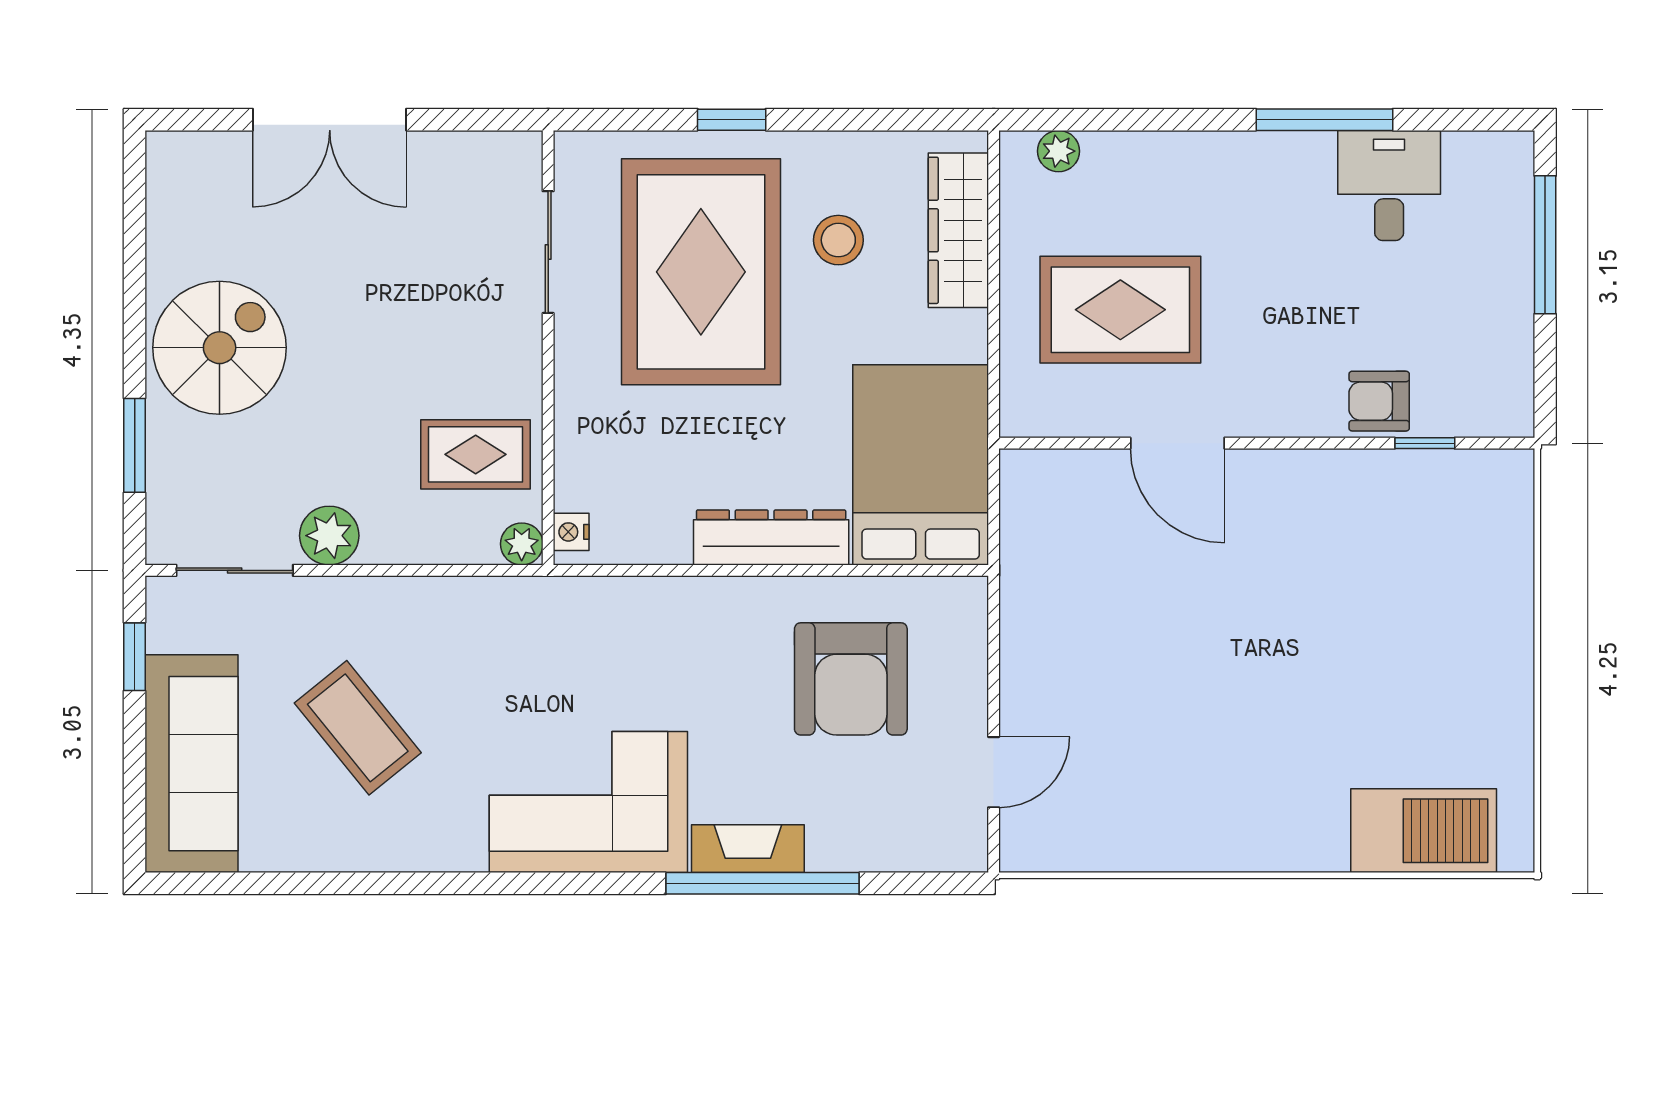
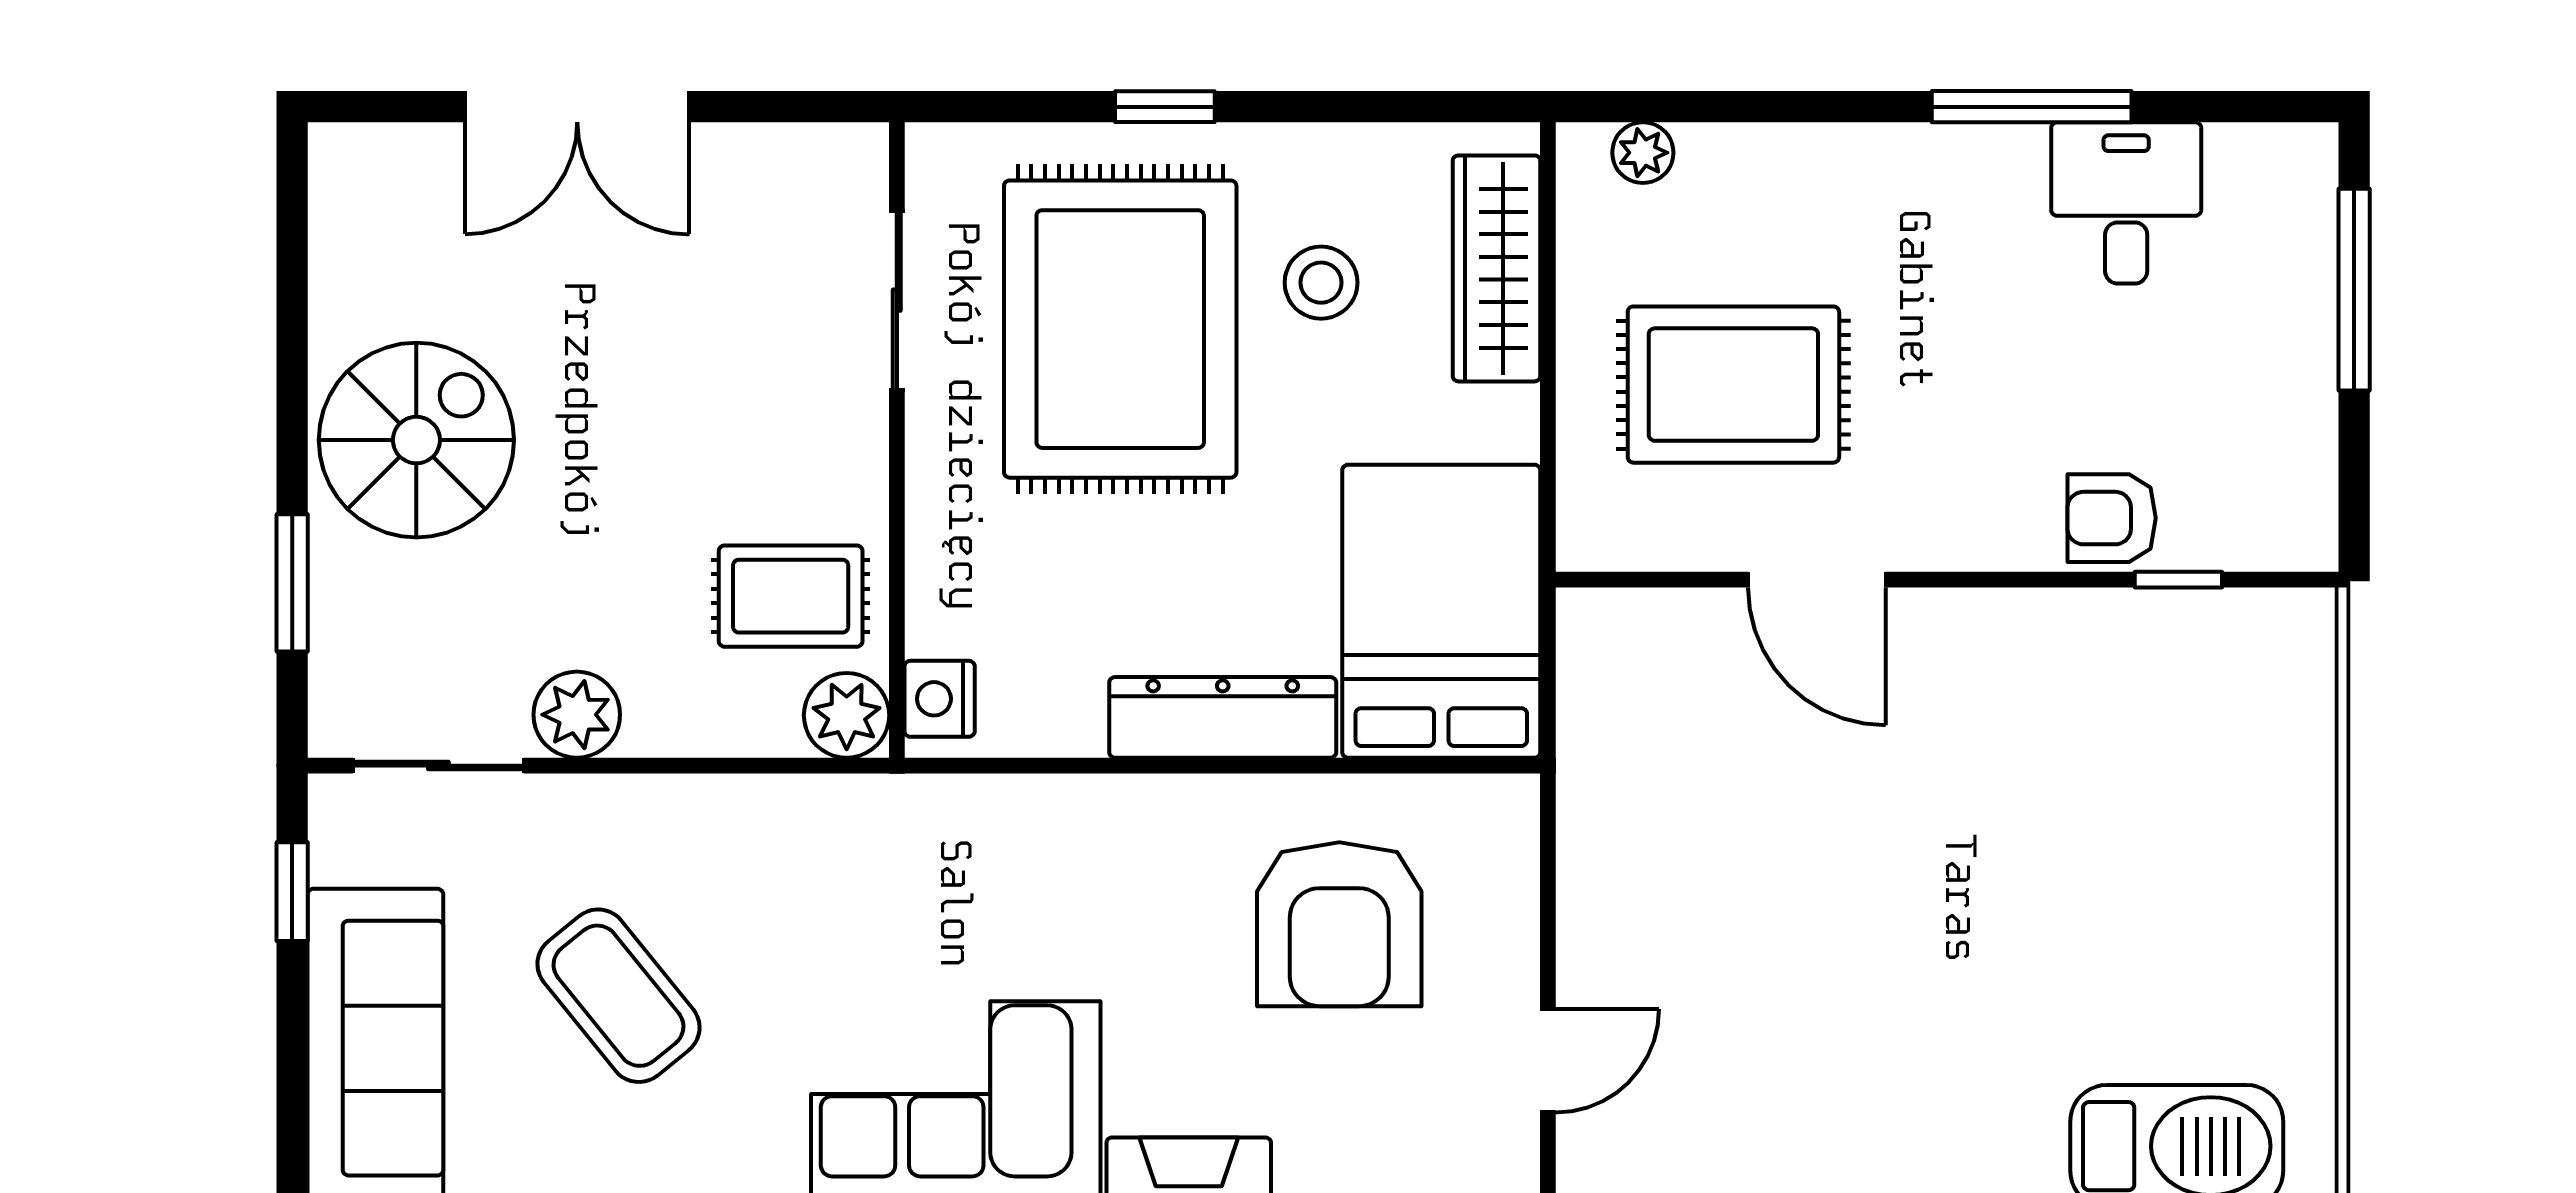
nightstand: (571, 532) -> (940, 699), width x1.39, depth x1.35
plant: (522, 544) -> (847, 715), width x1.38, depth x1.38

